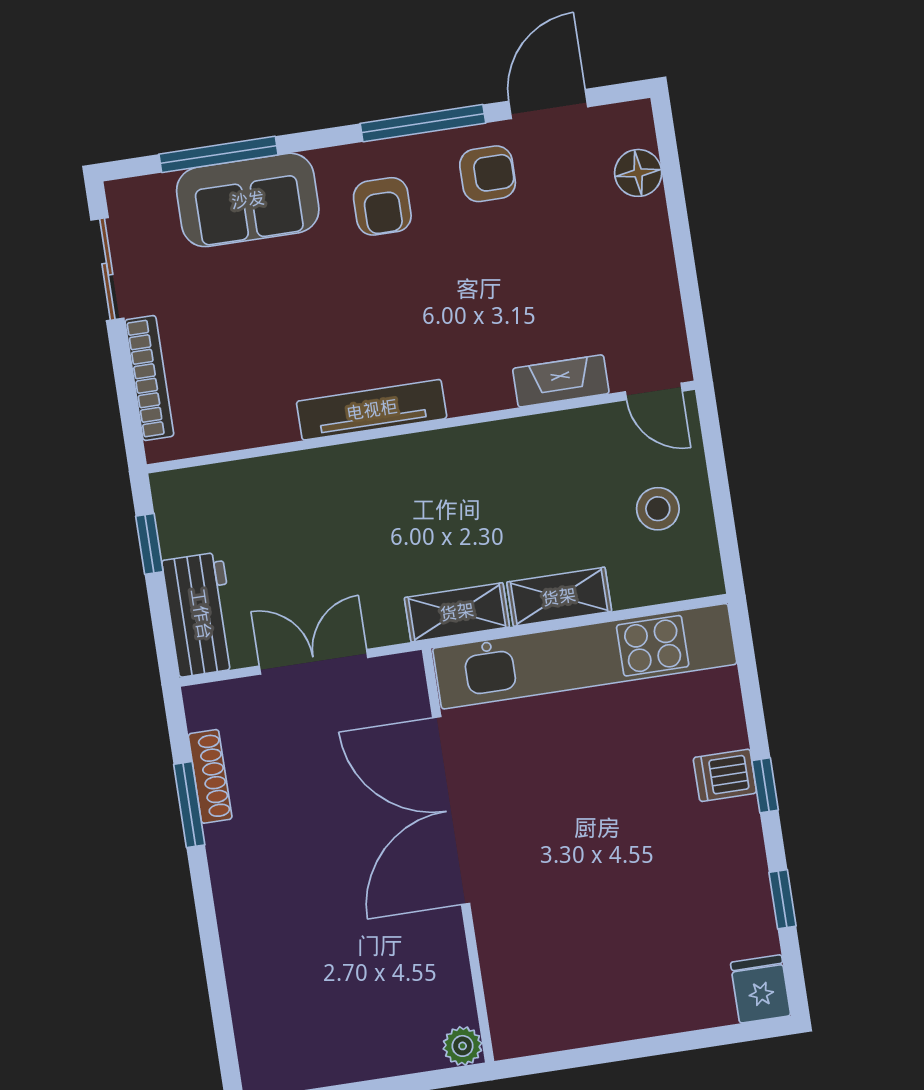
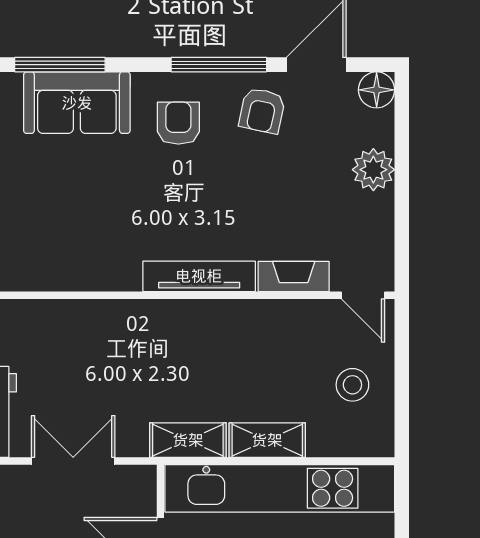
floor lamp: (638, 173) -> (377, 90), moved
armchair: (488, 174) -> (262, 111), turned 102
armchair: (382, 206) -> (178, 123), turned 180
plant: (642, 228) -> (373, 170), added
tv unit: (372, 410) -> (199, 276), moved

